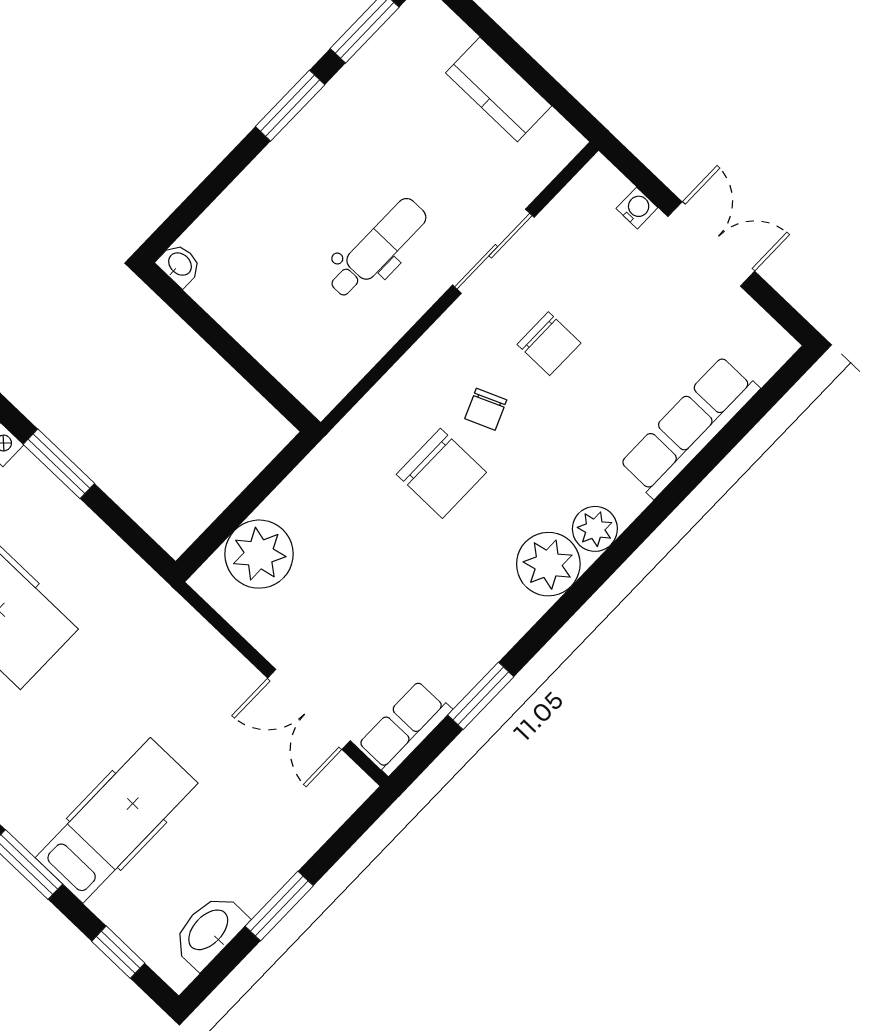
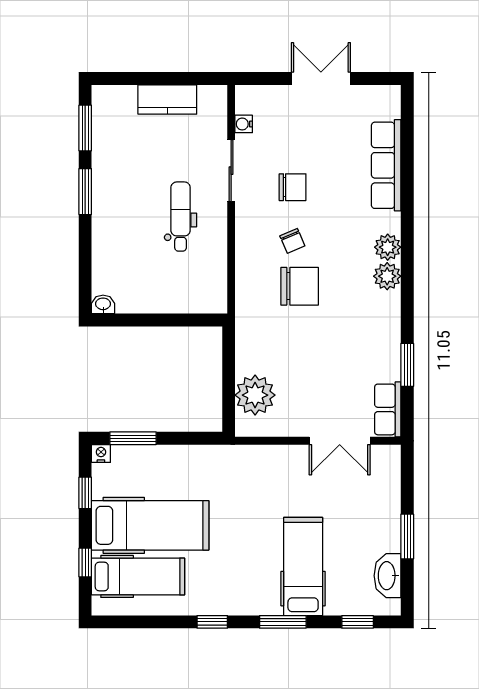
water cooler: (637, 208) -> (244, 124), moved, turned -90
plant: (548, 564) -> (387, 276), width x0.73, depth x0.73

